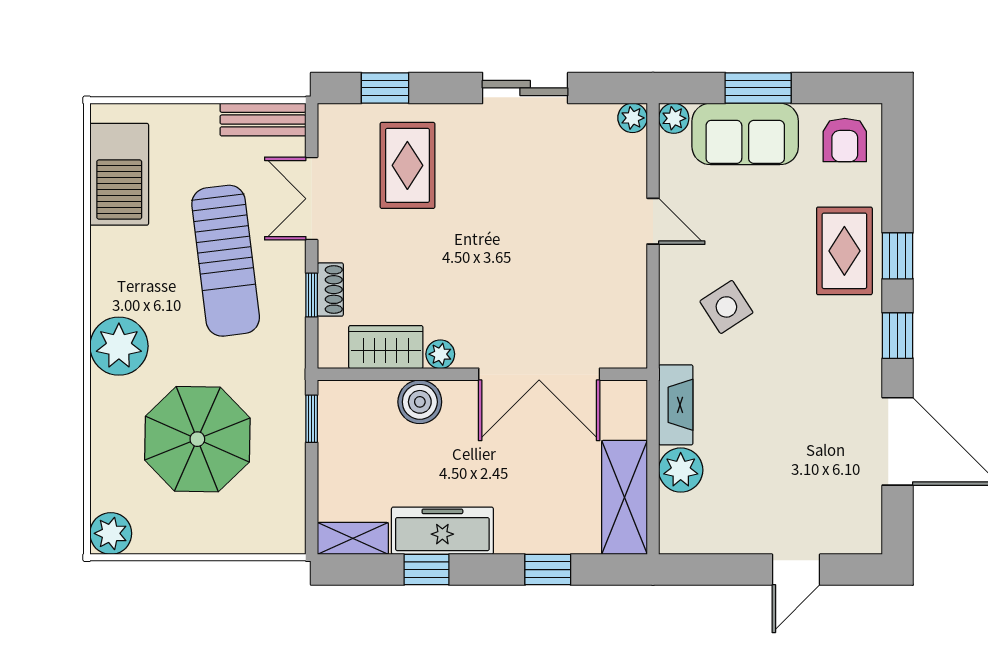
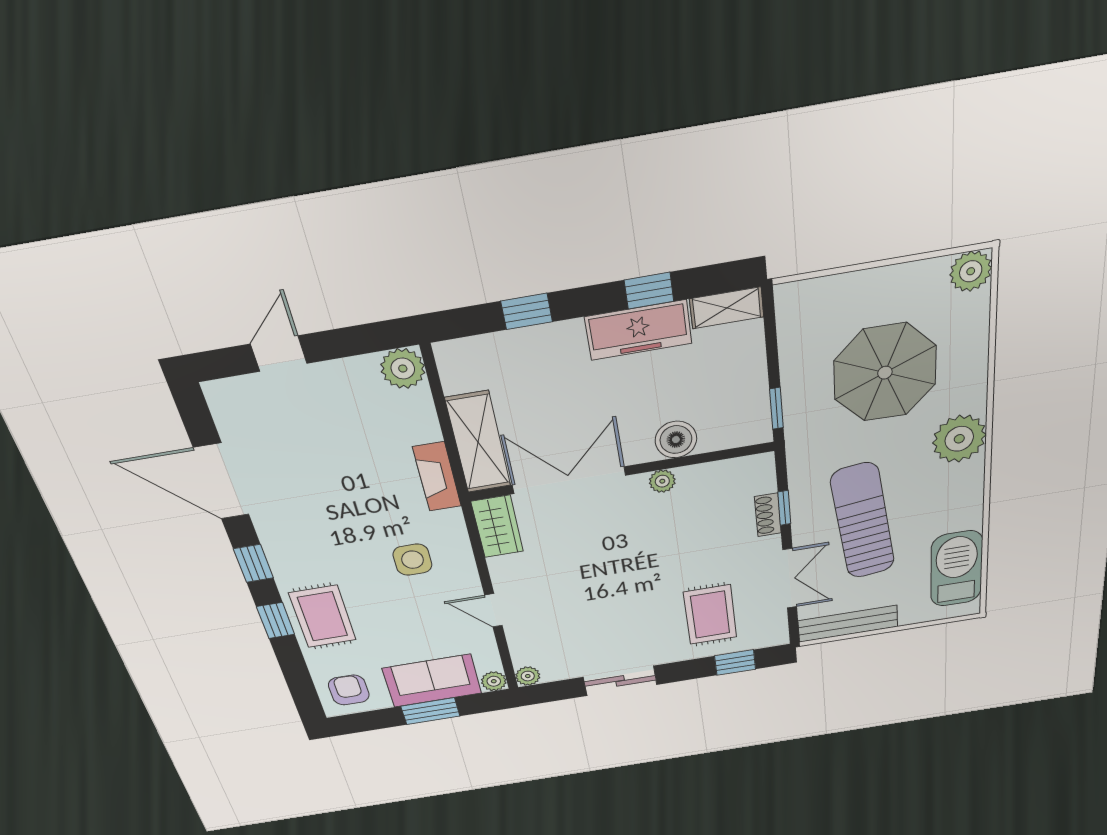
bench: (263, 120) -> (848, 624), width x1.36
side table: (726, 307) -> (412, 560), turned 33
wardrobe: (386, 347) -> (497, 527), moved, turned -90
plant: (681, 470) -> (403, 369), moved
shelving: (624, 497) -> (478, 442), moved

